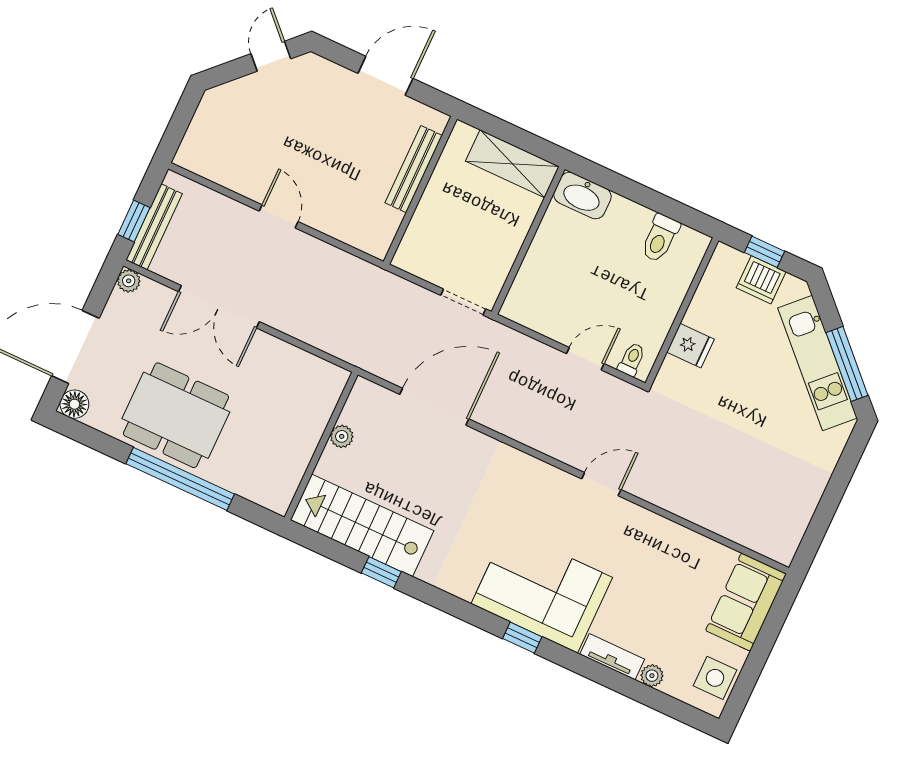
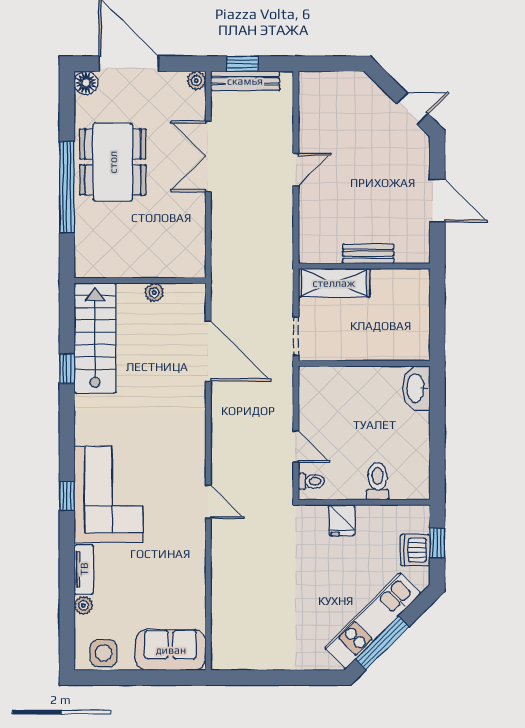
shelving: (512, 164) -> (334, 283), moved, turned 90
bench: (414, 169) -> (368, 254), width x0.73
toilet: (660, 238) -> (378, 481), moved, turned 90

